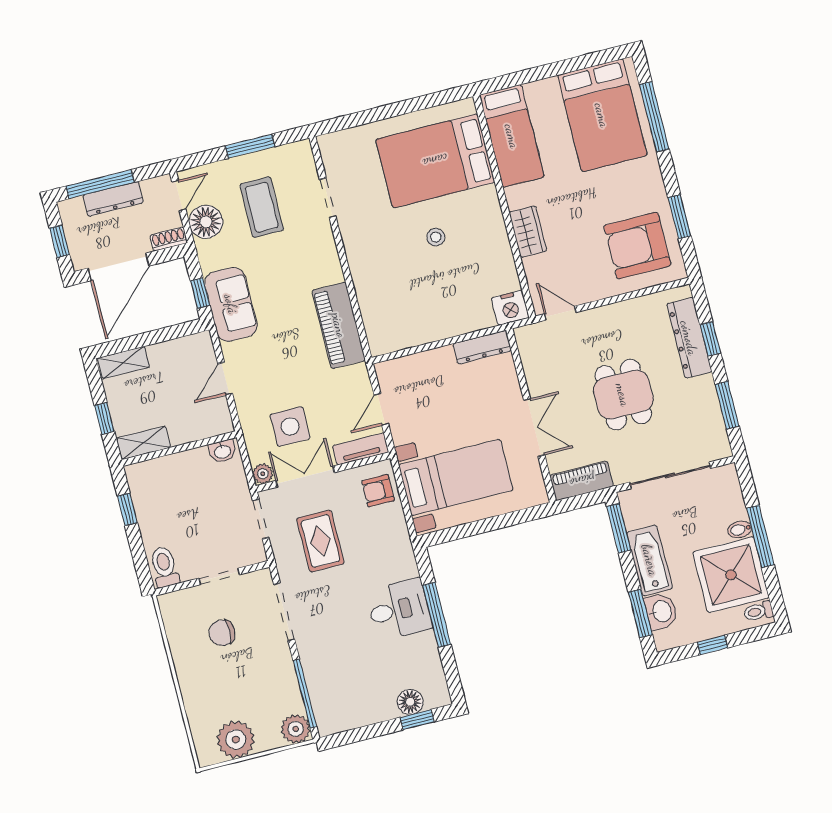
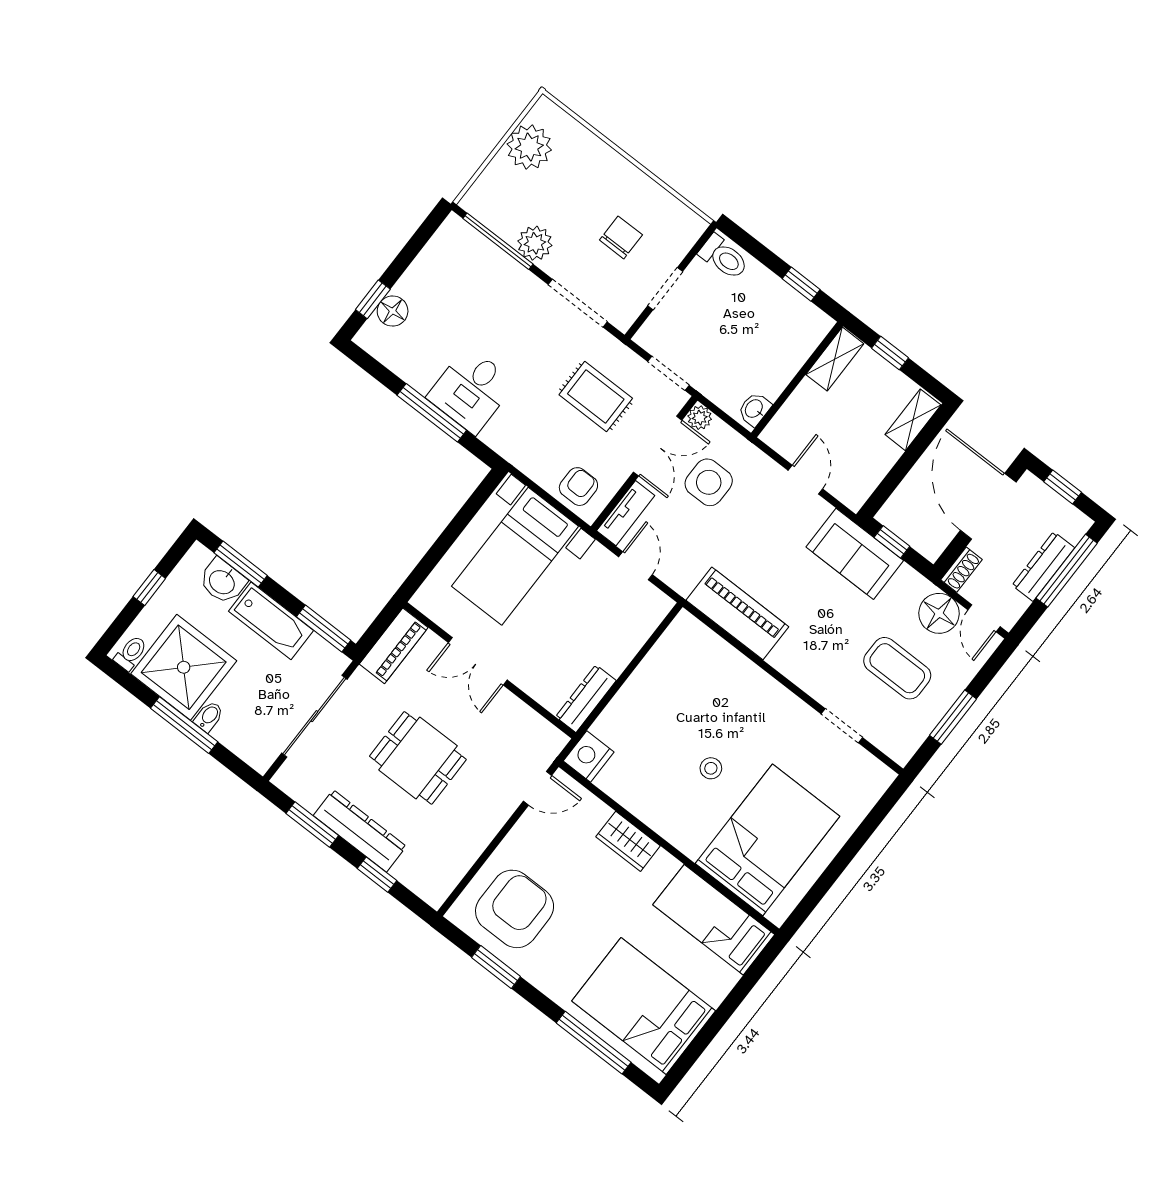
dresser: (689, 338) -> (360, 831), moved
plant: (296, 729) -> (535, 243), moved

